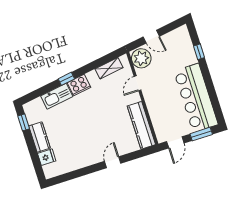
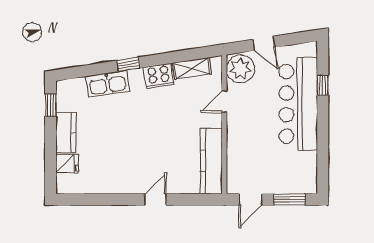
cooker: (79, 85) -> (159, 76), moved
bar counter: (196, 98) -> (298, 104), moved

